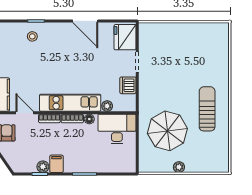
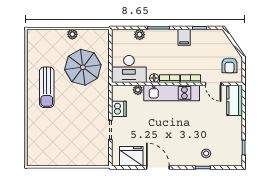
fridge: (125, 37) -> (131, 156), moved, turned -90
plant: (43, 167) -> (140, 35), moved

